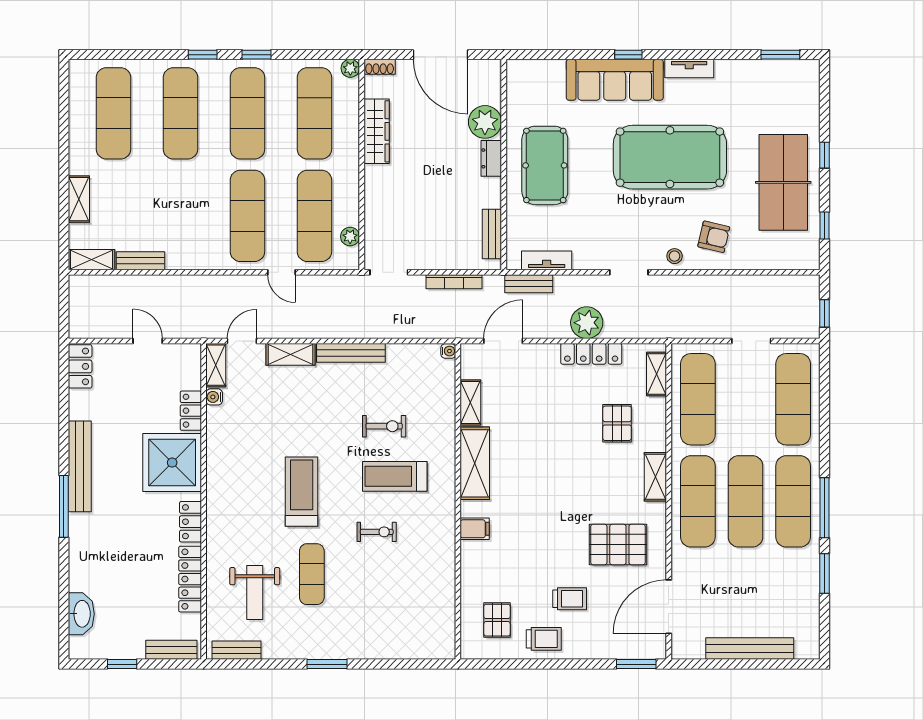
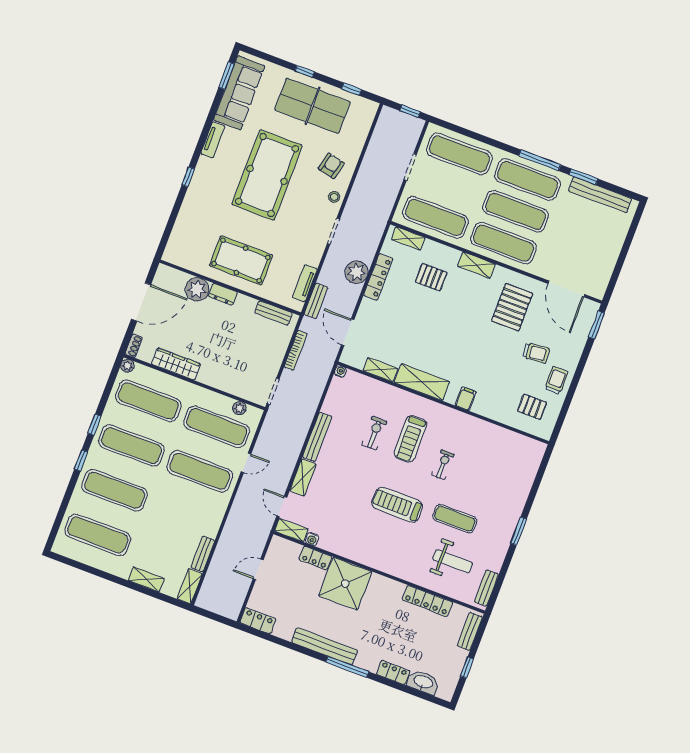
sofa: (615, 80) -> (239, 93), moved
locker: (190, 522) -> (393, 672), moved, turned 180
trolley: (570, 599) -> (536, 353), turned 85
bench: (750, 649) -> (600, 195), moved, turned 90

